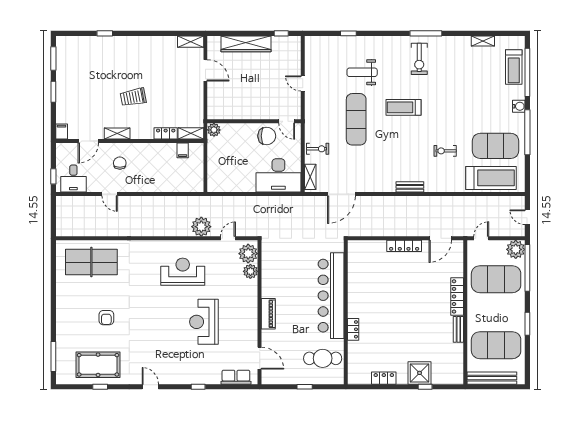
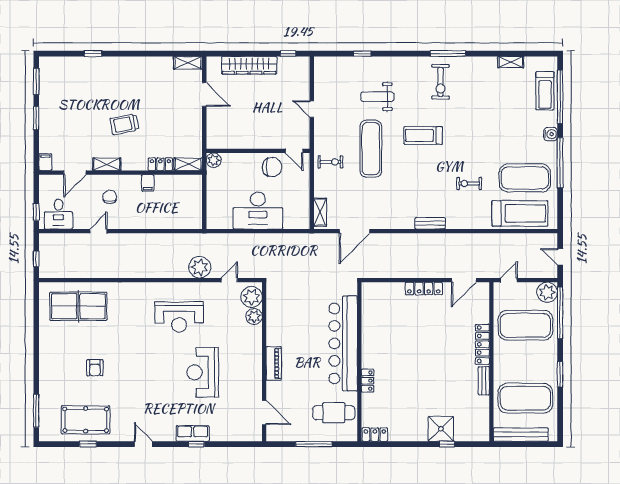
exercise bike: (318, 149) -> (330, 162), moved
filing cabinet: (183, 150) -> (148, 183), moved
desk: (278, 175) -> (258, 211), moved
door: (110, 194) -> (98, 231), swing flipped
window: (53, 219) -> (36, 259), added
reception desk: (183, 272) -> (179, 317), turned 180
row of seats: (236, 377) -> (193, 433), moved
locker: (384, 378) -> (375, 435), moved
window: (305, 387) -> (314, 444), width x2.17

